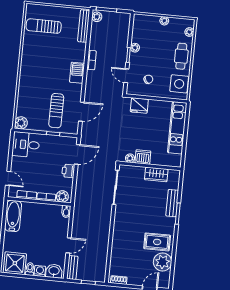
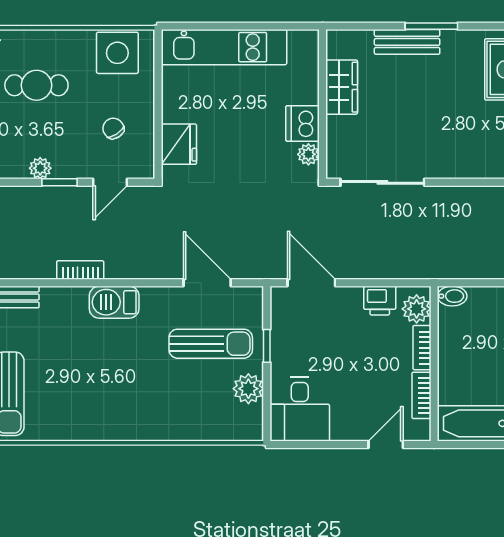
cafe table: (181, 56) -> (36, 85), moved
plant: (21, 123) -> (248, 389), moved
printer: (68, 171) -> (380, 301), moved

